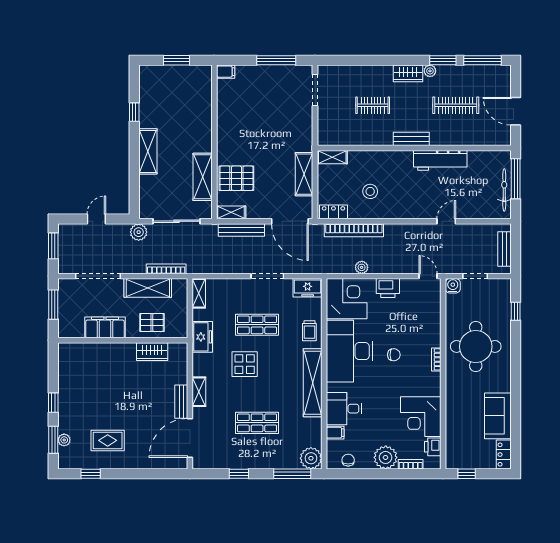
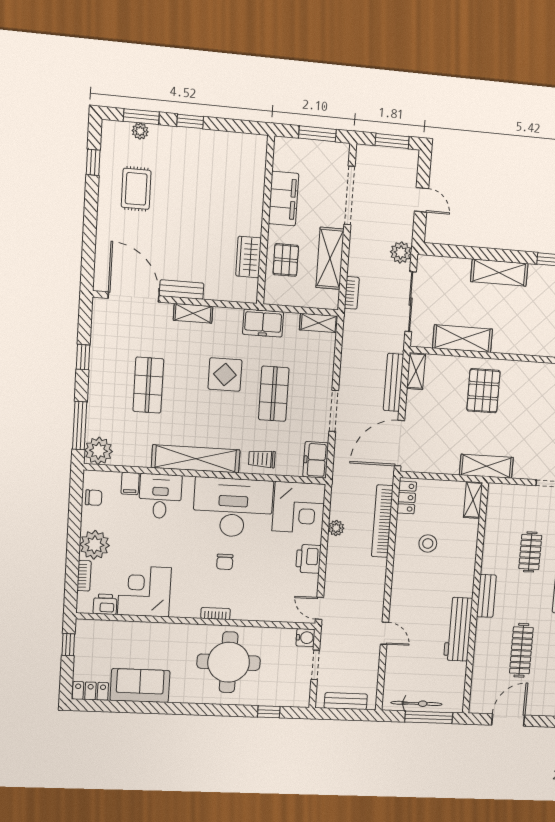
shelving: (304, 174) -> (486, 466), moved
pallet: (236, 178) -> (483, 391), moved
bookcase: (166, 269) -> (352, 293), width x0.64
door: (428, 276) -> (319, 608), swing flipped

